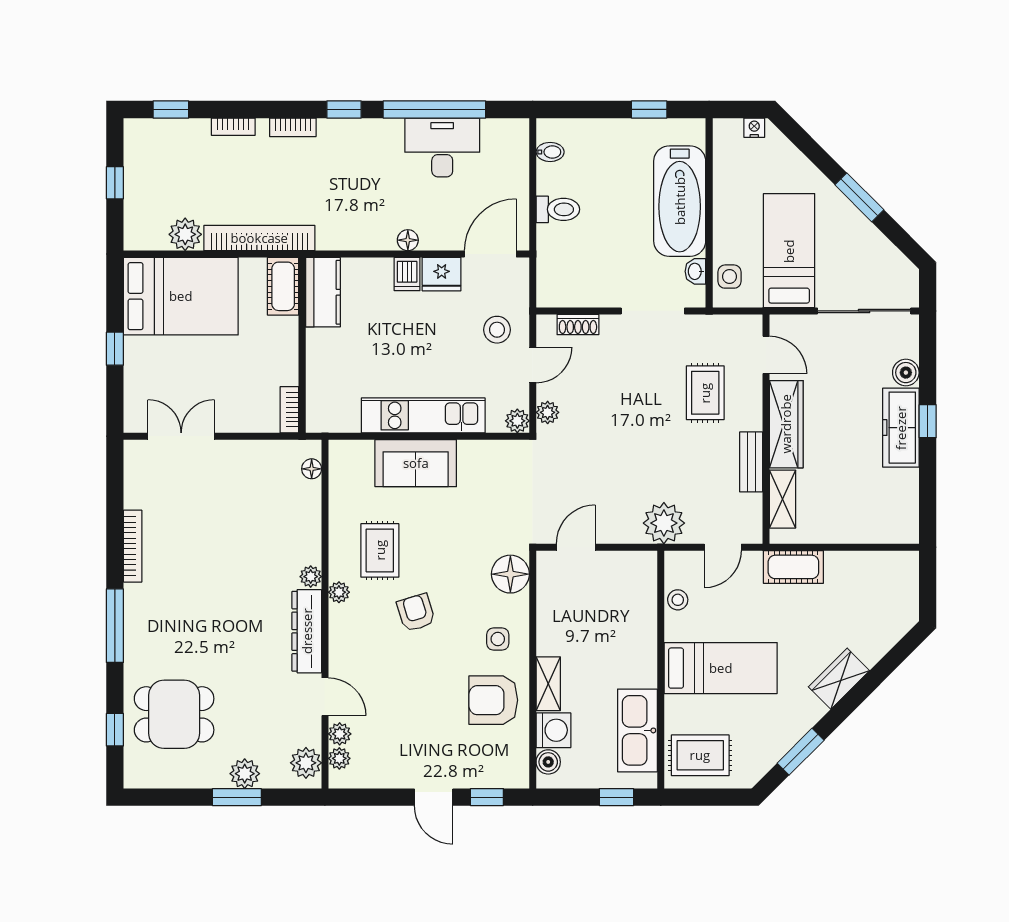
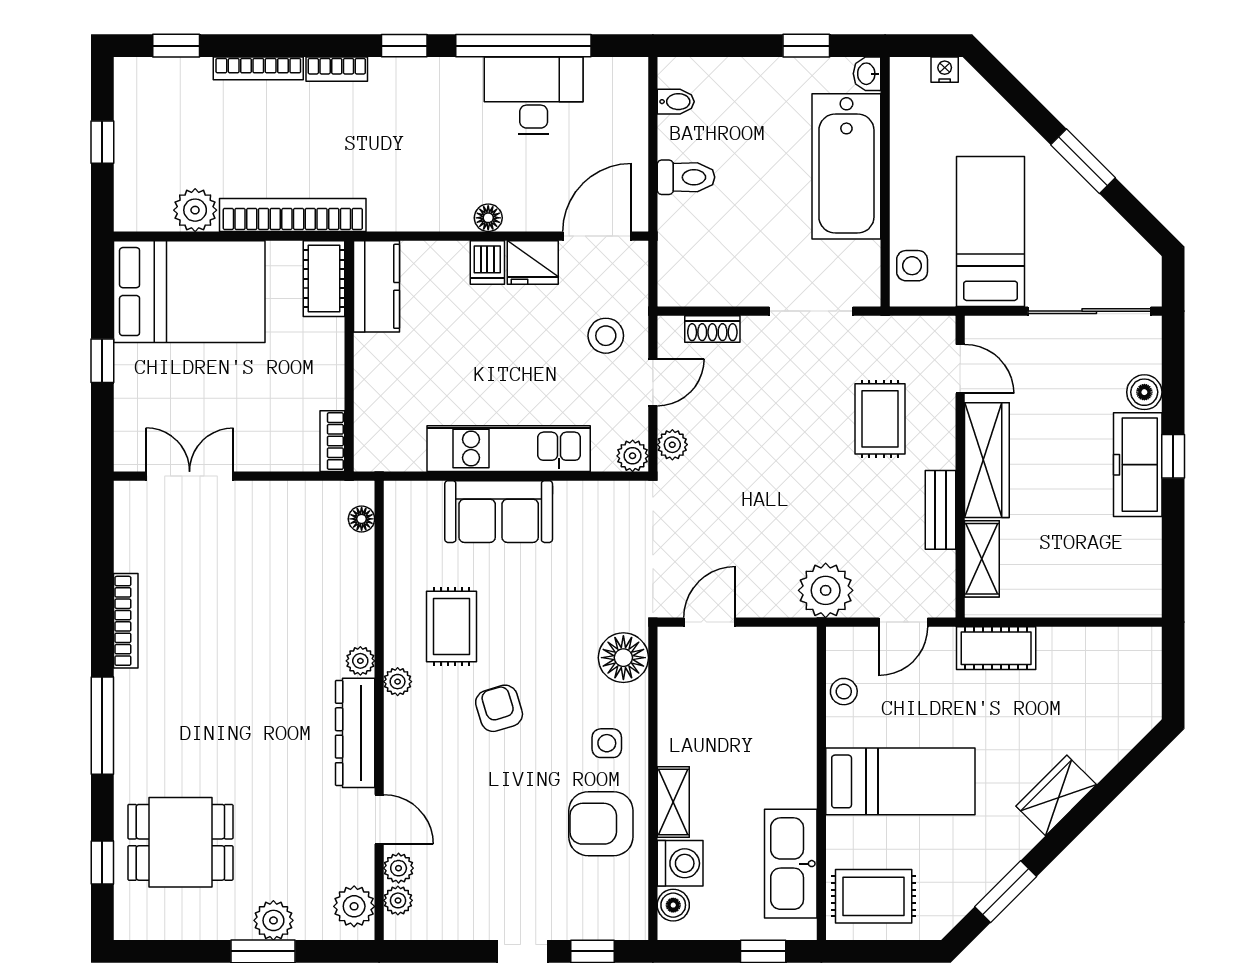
bookcase: (233, 127) -> (258, 68), width x1.56
washbasin: (695, 271) -> (867, 74), moved

